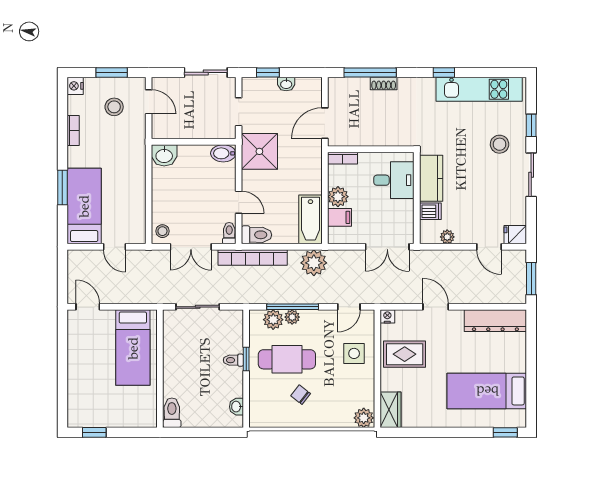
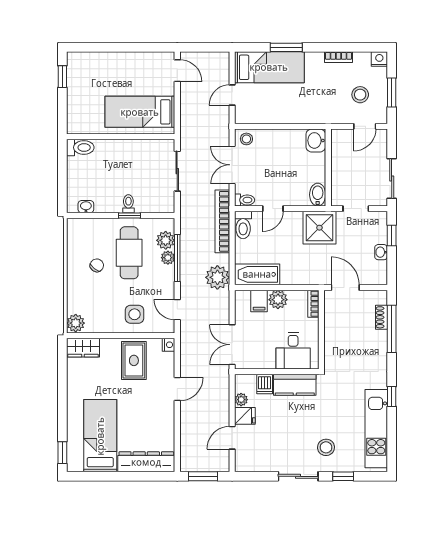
shoe rack: (384, 84) -> (381, 317), moved
fridge: (515, 235) -> (245, 416), moved, turned 90
door: (88, 307) -> (177, 71), hinge flipped
dresser: (495, 321) -> (146, 462), moved, turned 90

